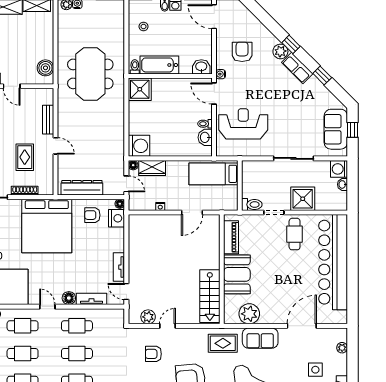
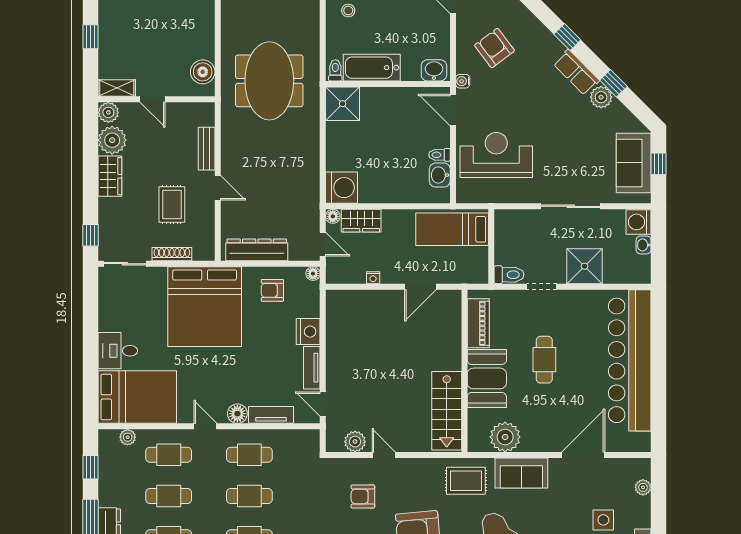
plant: (280, 51) -> (601, 97), moved
armchair: (242, 52) -> (495, 48), turned -37
nightstand: (117, 218) -> (308, 332), moved
cafe table: (295, 234) -> (544, 360), moved
door: (167, 326) -> (384, 455), hinge flipped

